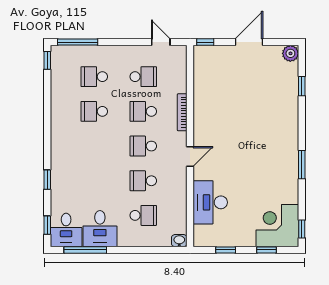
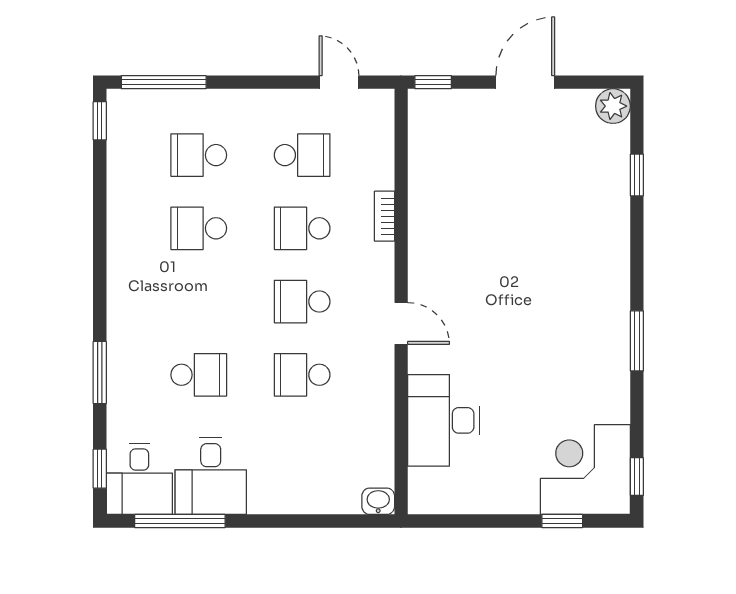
bookcase: (182, 112) -> (385, 216), width x0.64
door: (190, 156) -> (401, 323), hinge flipped
window: (47, 180) -> (100, 372), width x1.50
school desk: (143, 215) -> (199, 375), moved
window: (226, 250) -> (476, 521), removed

